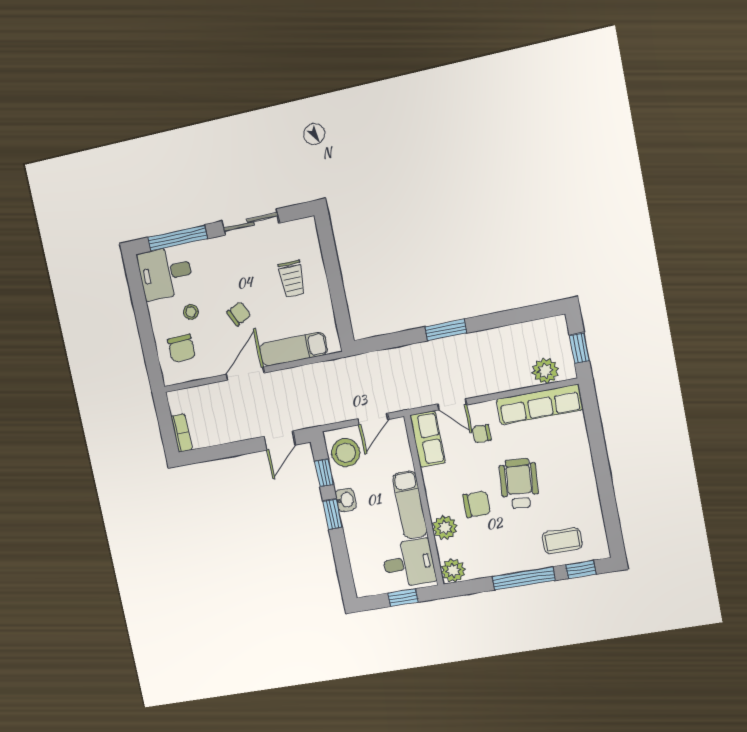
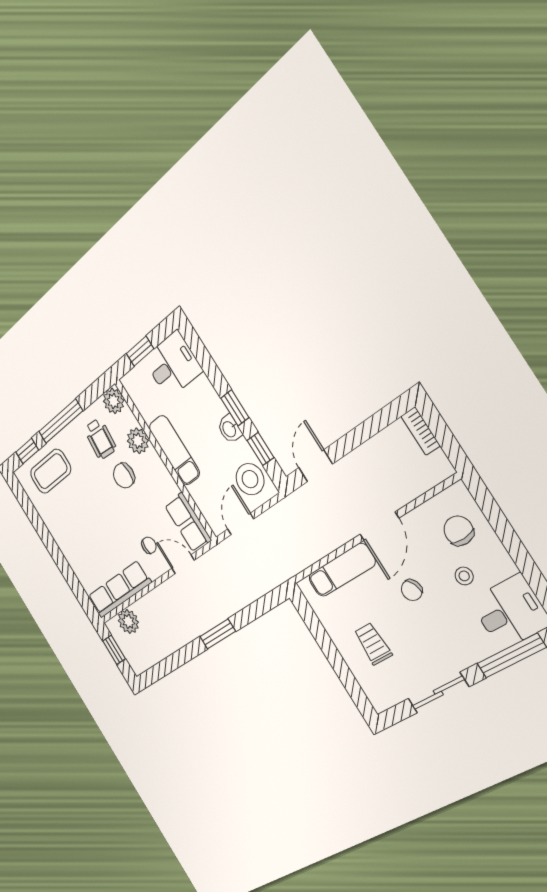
wheelchair: (519, 484) -> (100, 439), moved, width x0.73, depth x0.73
coffee table: (562, 541) -> (51, 471), width x1.36, depth x1.30
desk: (409, 563) -> (173, 365), moved, turned 180

